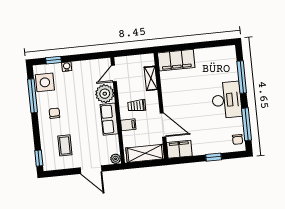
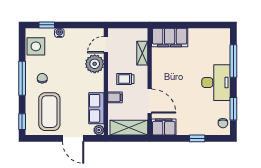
window: (33, 96) -> (22, 78), moved
row of seats: (109, 119) -> (96, 108), moved
window: (246, 124) -> (233, 109), width x0.69
coffee table: (65, 145) -> (49, 112), width x1.86, depth x1.72

